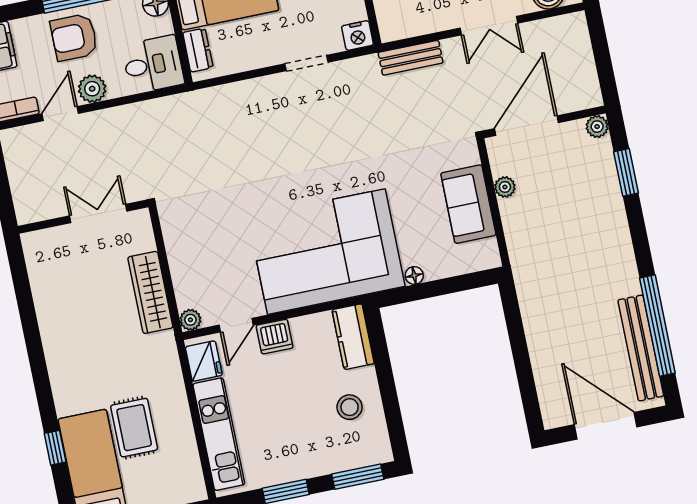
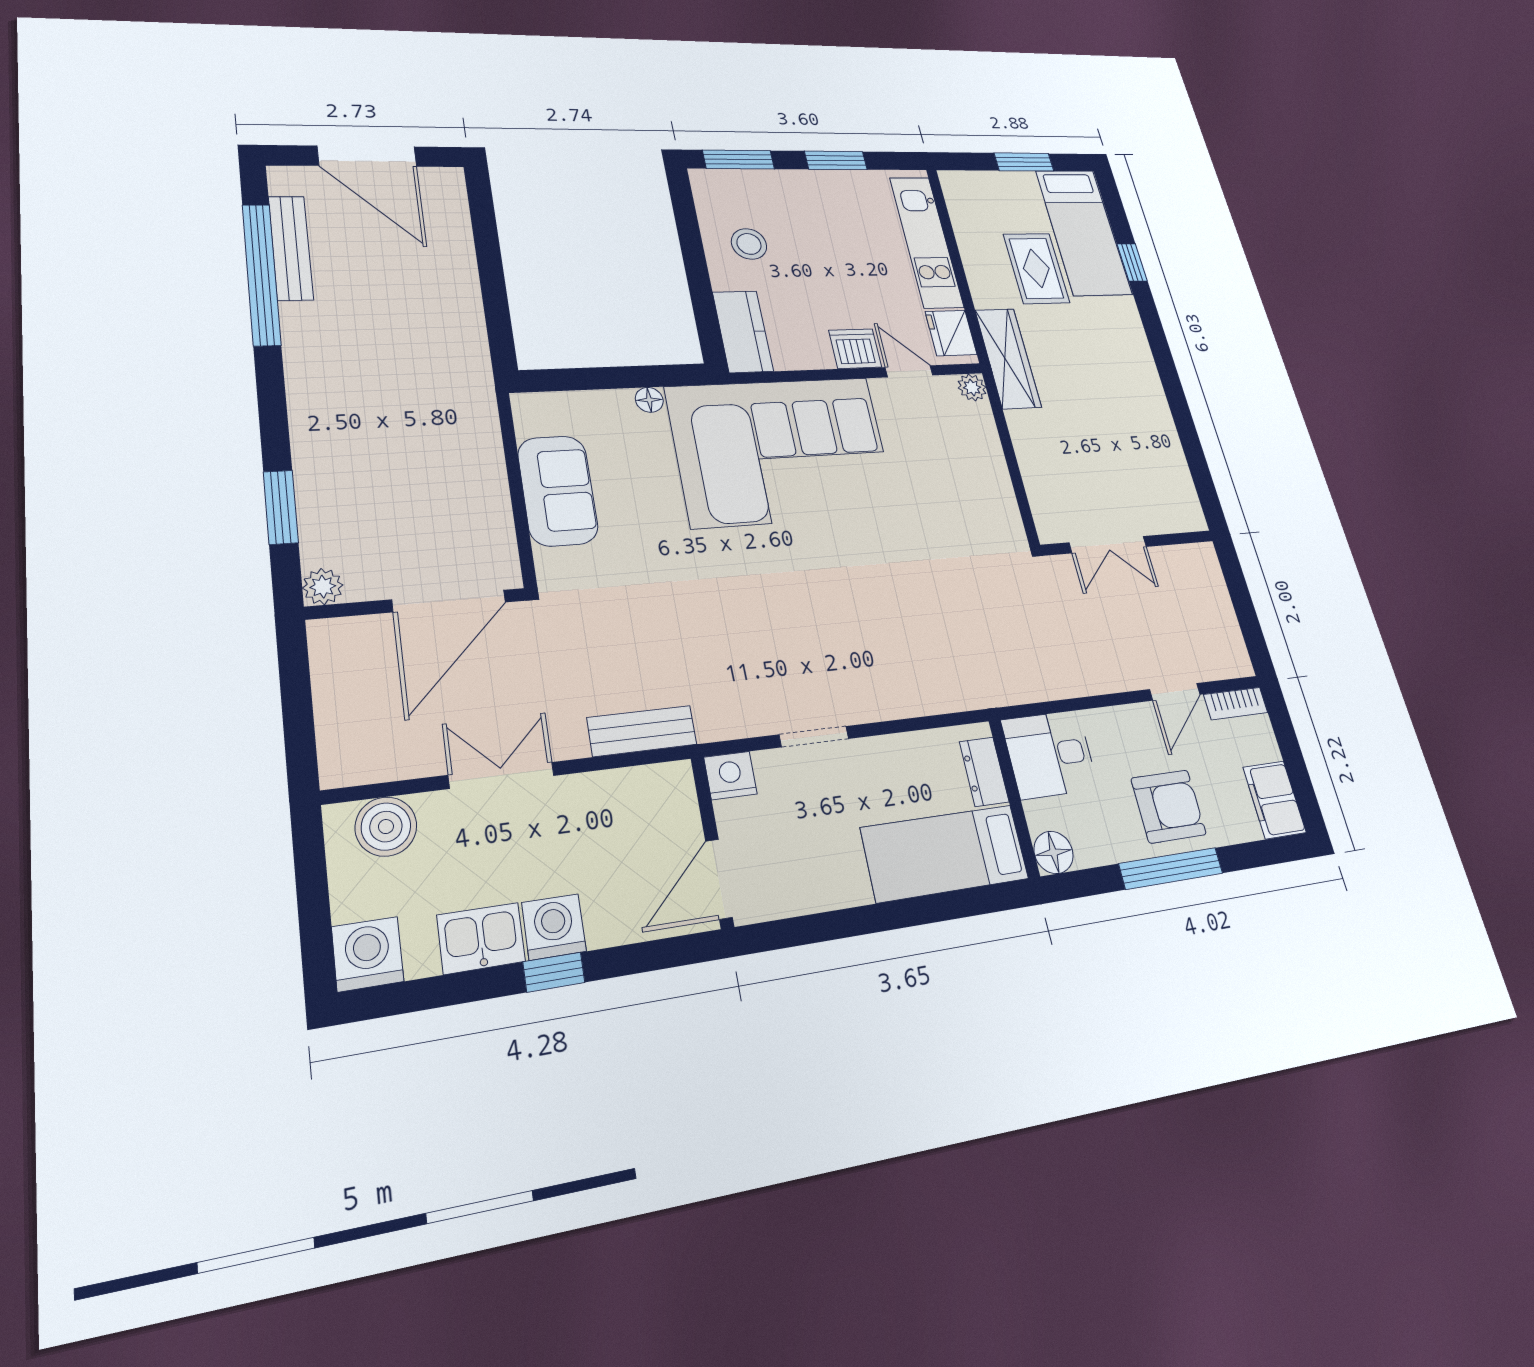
plant: (92, 89) -> (1134, 725), removed
plant: (505, 187) -> (495, 509), removed
wardrobe: (150, 292) -> (1008, 358), moved
door: (236, 325) -> (909, 371), hinge flipped
bench: (641, 348) -> (291, 248), width x0.73, depth x0.82

